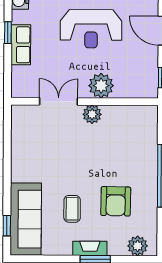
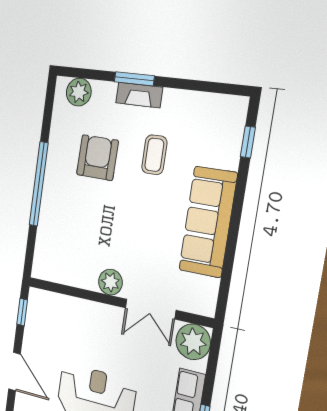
plant: (101, 86) -> (193, 342), moved
sofa: (26, 219) -> (208, 222), moved

